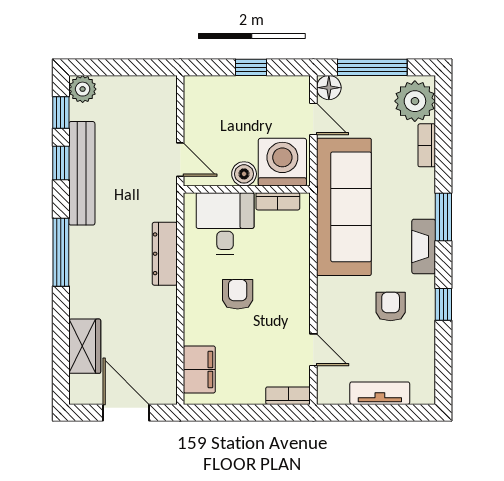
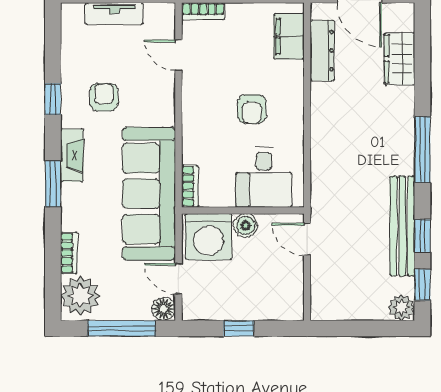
bookcase: (278, 201) -> (190, 186), moved, turned 90
dresser: (165, 254) -> (322, 50), moved
armchair: (391, 306) -> (104, 97), turned 180

